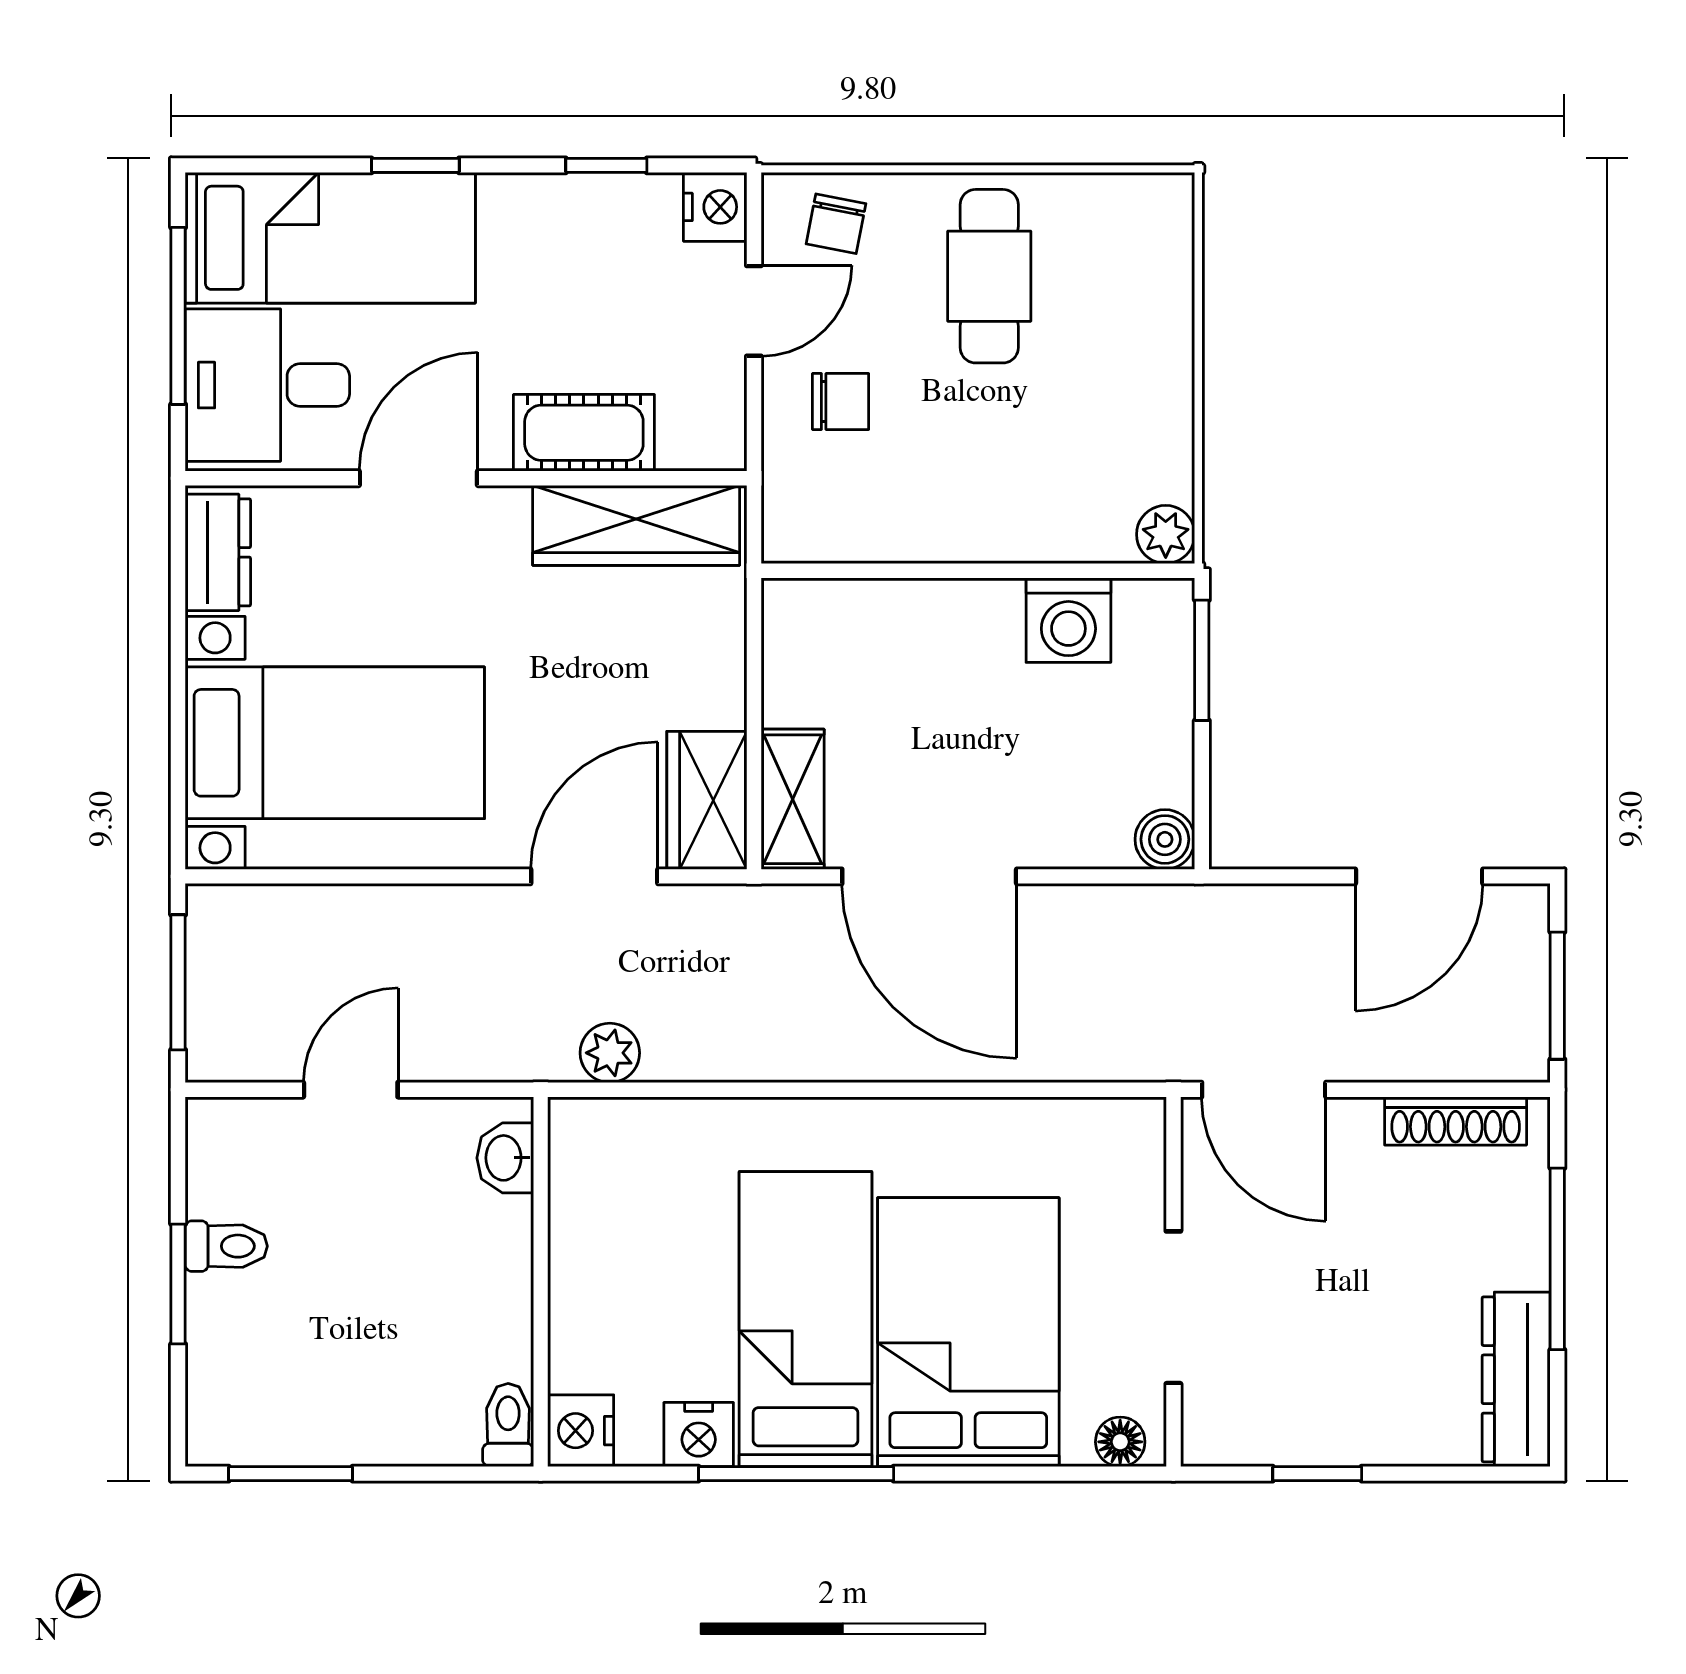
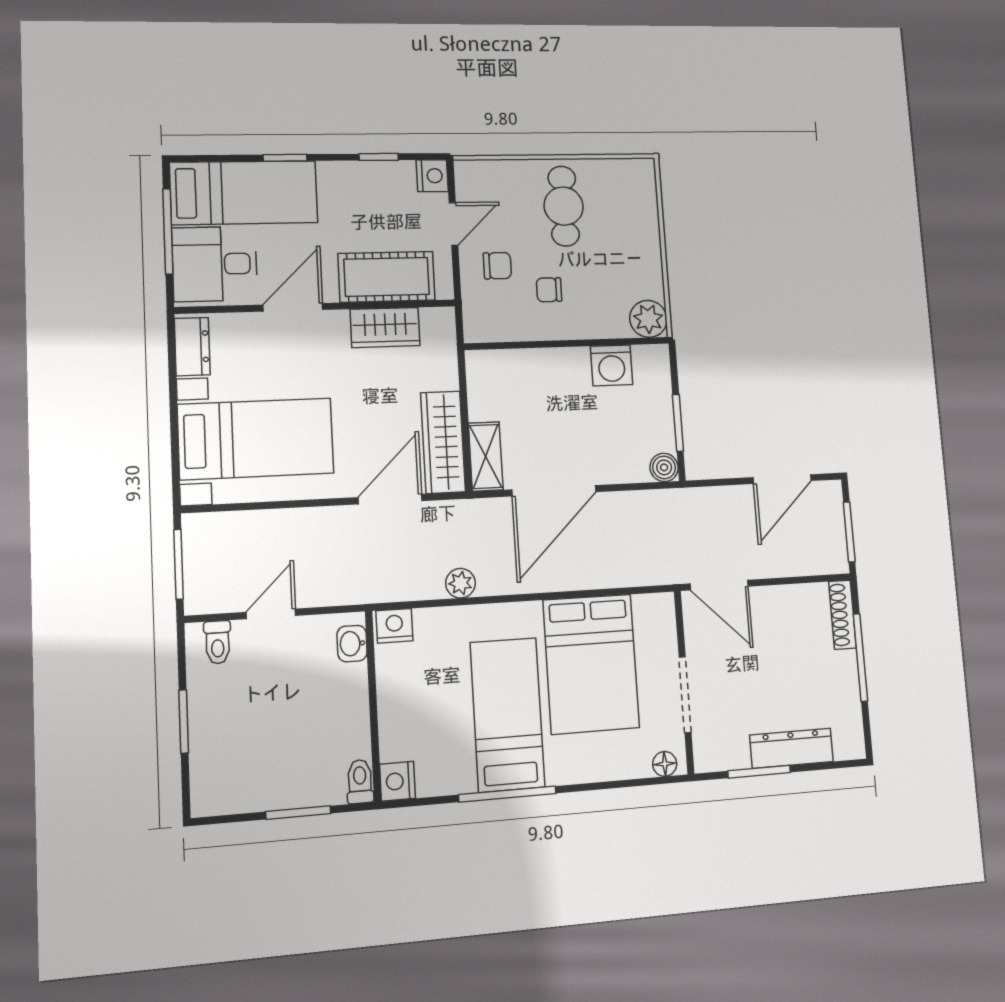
chair: (836, 224) -> (549, 290), moved, turned 79
cot: (584, 433) -> (387, 277), width x1.37, depth x1.34
wardrobe: (636, 525) -> (385, 328), width x0.67
plant: (1166, 534) -> (648, 319), width x1.38, depth x1.38
window: (1202, 660) -> (678, 423), moved
wardrobe: (707, 800) -> (443, 442), width x1.50
door: (929, 876) -> (554, 491), hinge flipped
plant: (610, 1053) -> (460, 583), moved
shoe rack: (1456, 1121) -> (842, 615), moved, turned 90
toilet: (226, 1246) -> (218, 642), moved, turned 90
bed: (968, 1332) -> (591, 664), moved, turned 180
dresser: (1516, 1379) -> (791, 748), moved, turned 90
nightstand: (699, 1434) -> (394, 626), moved, turned 180
window: (291, 1474) -> (298, 813), moved
window: (1317, 1474) -> (759, 772), width x1.50

